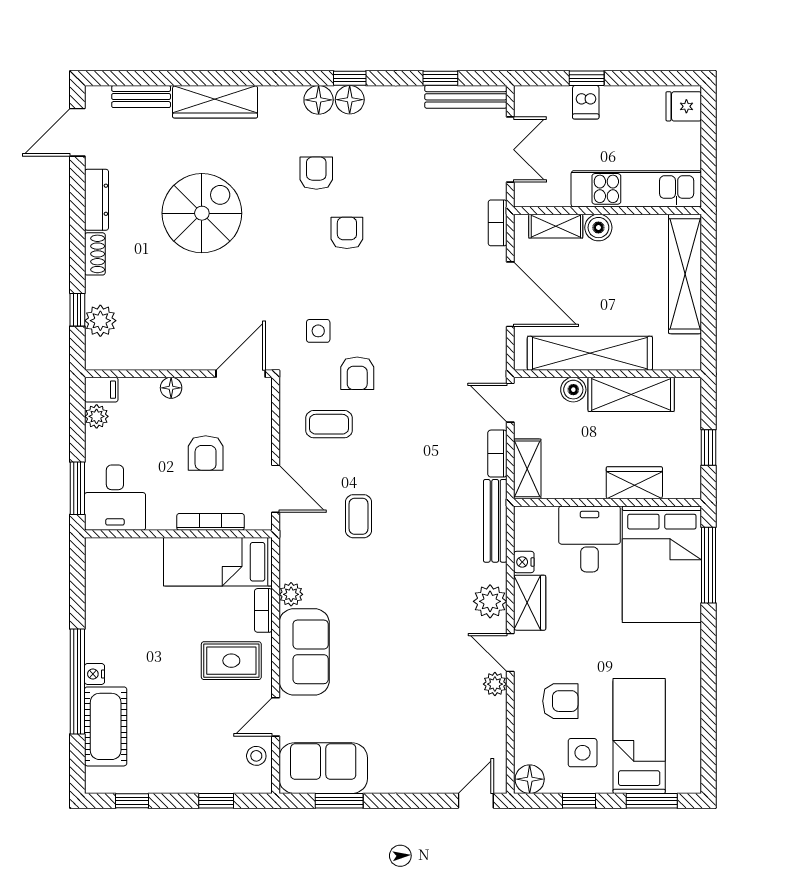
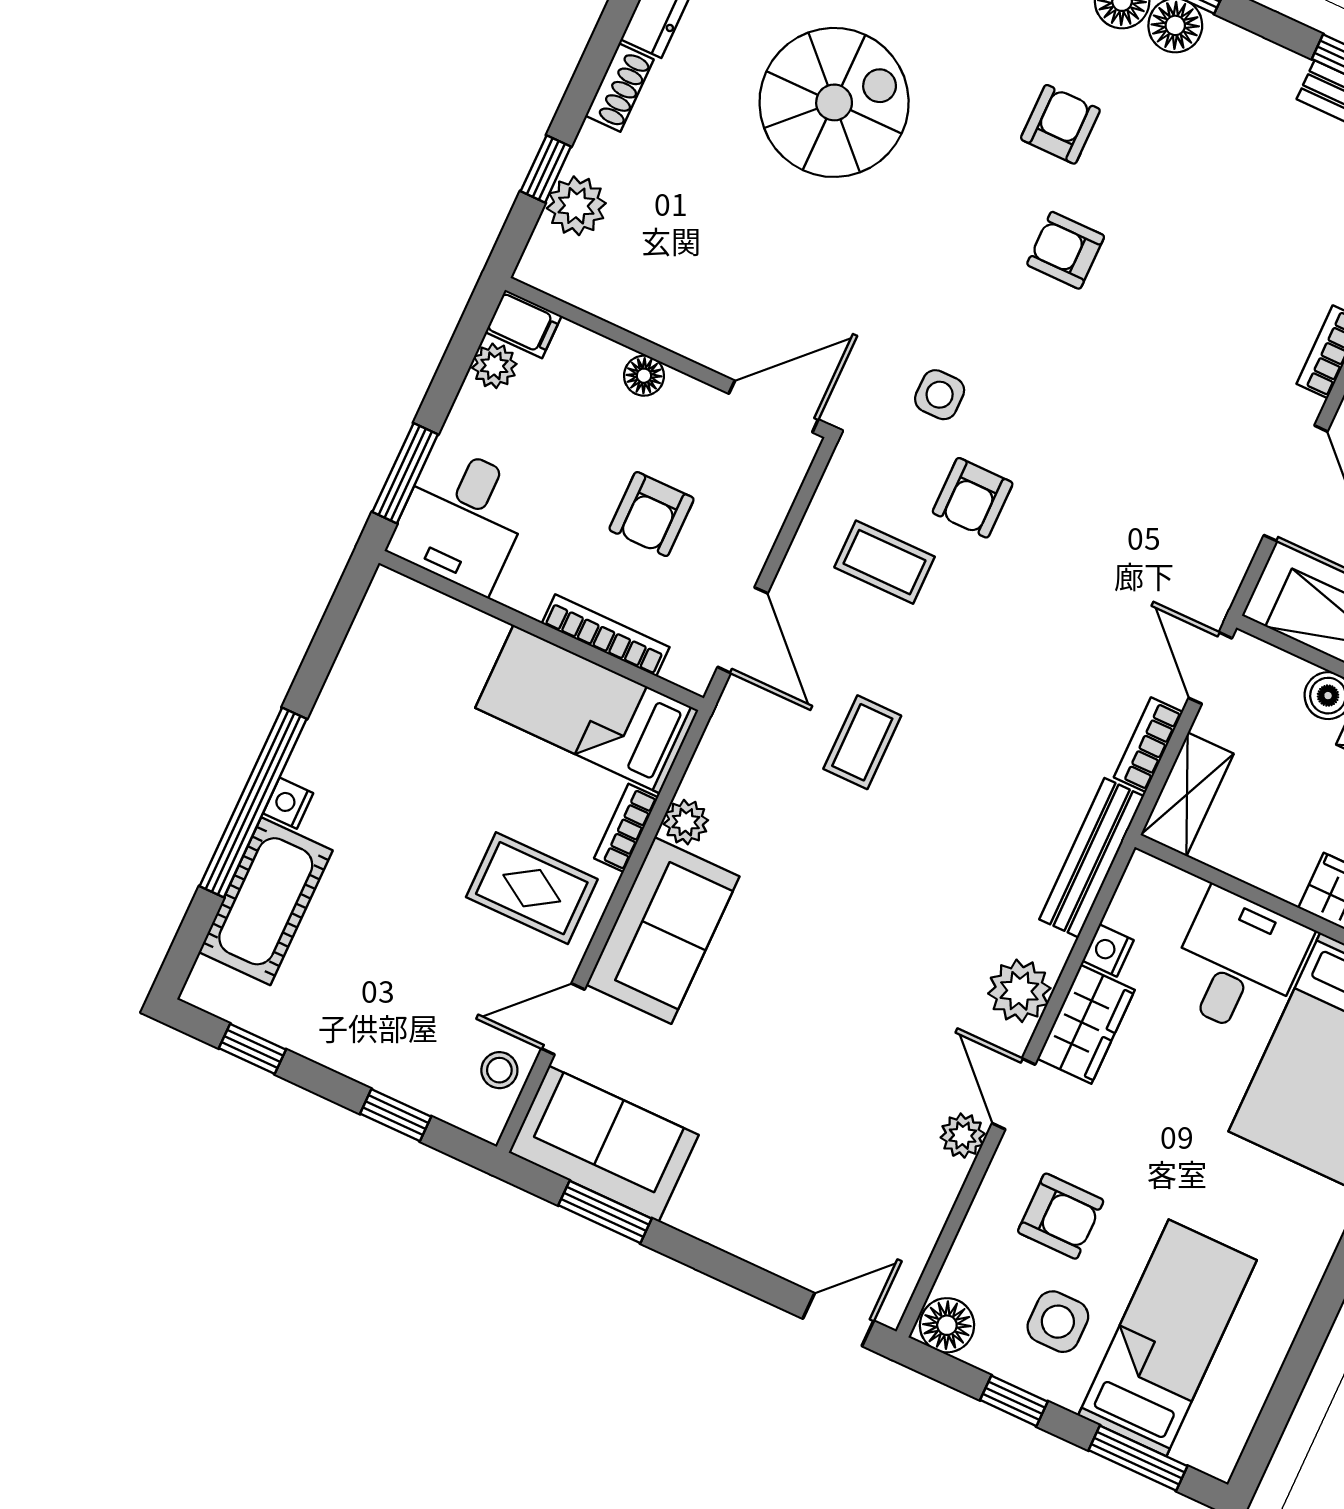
armchair: (347, 233) -> (1066, 250), turned -90

